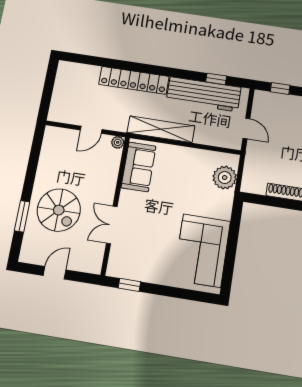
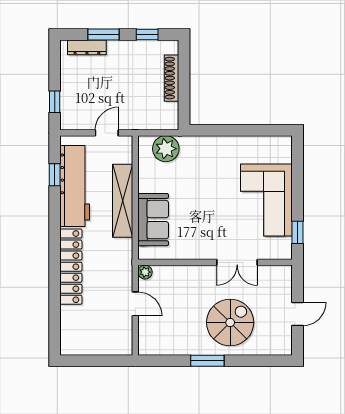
shelving: (161, 129) -> (123, 201), moved
sofa: (138, 167) -> (153, 220), moved, turned 90
window: (22, 216) -> (207, 361), moved
corner sofa: (202, 251) -> (266, 200), moved, turned 90
door: (55, 273) -> (298, 314), swing flipped

